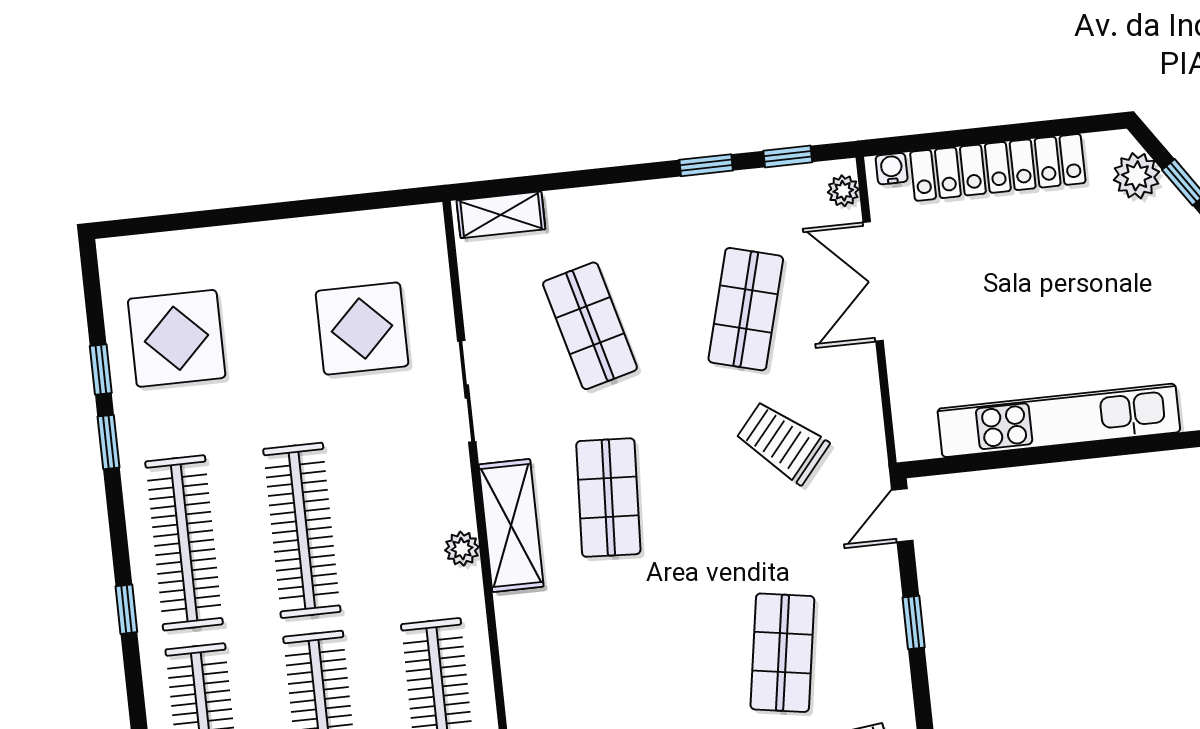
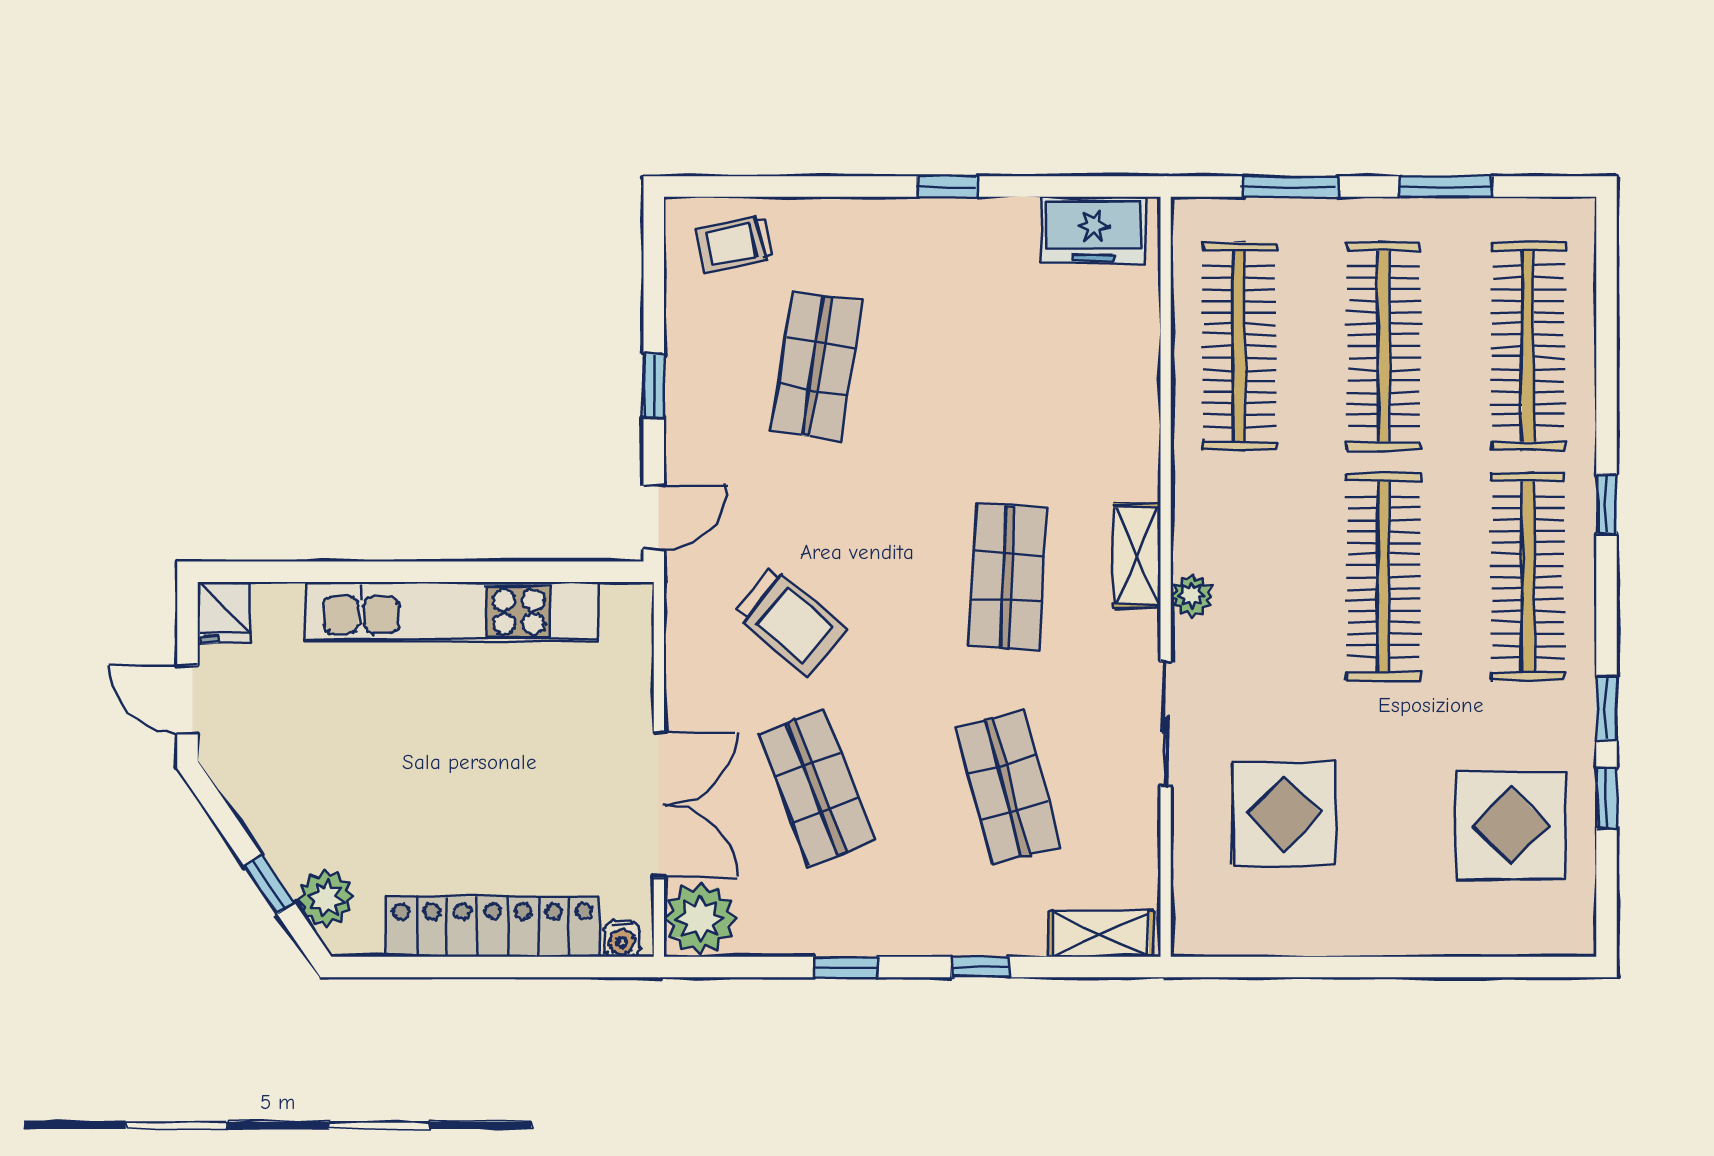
window: (788, 157) -> (980, 967), moved
plant: (843, 191) -> (700, 918), width x1.88, depth x1.88
shop shelf: (746, 309) -> (817, 787), turned -36
shelving: (511, 525) -> (1137, 555), width x0.67, depth x0.75
plant: (462, 549) -> (1192, 596), moved

